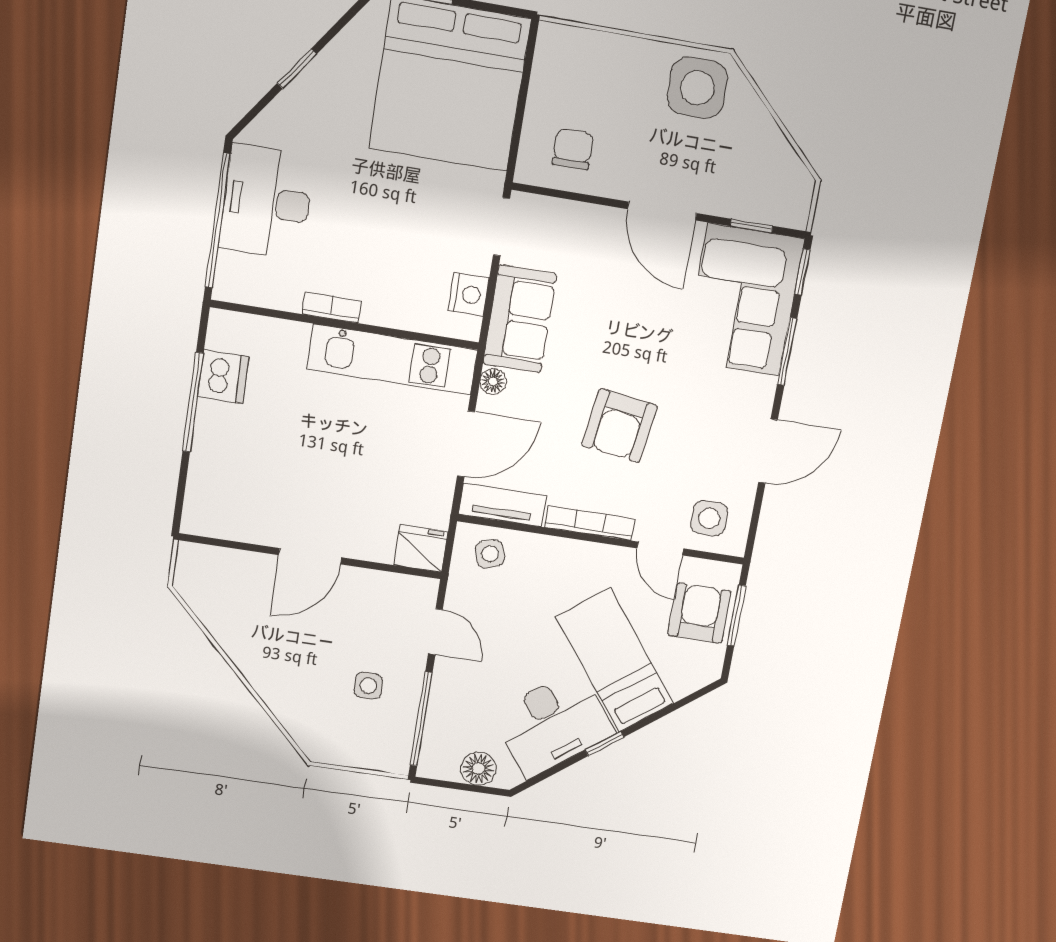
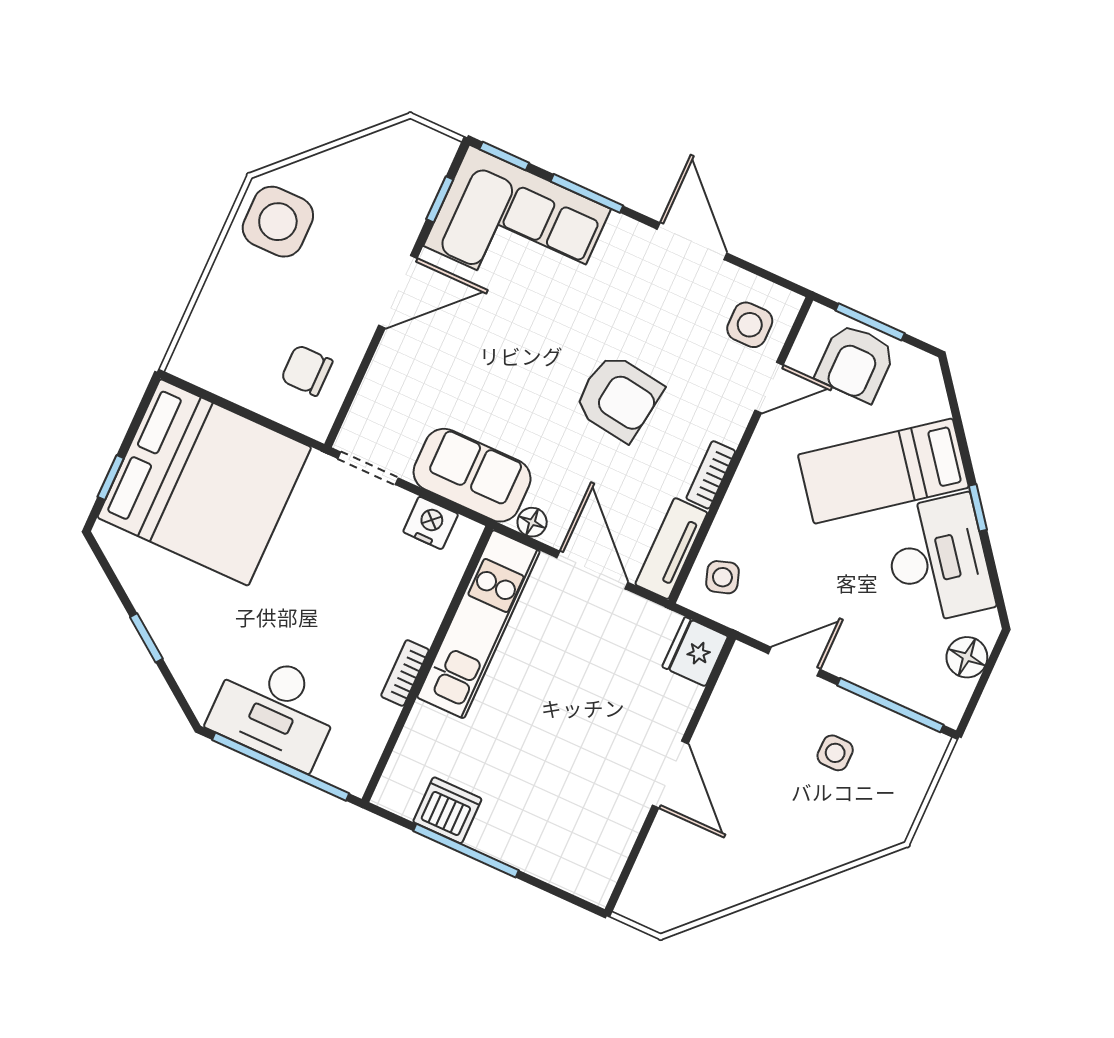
bookcase: (590, 523) -> (711, 475), width x0.64
armchair: (699, 613) -> (856, 363), turned -90

